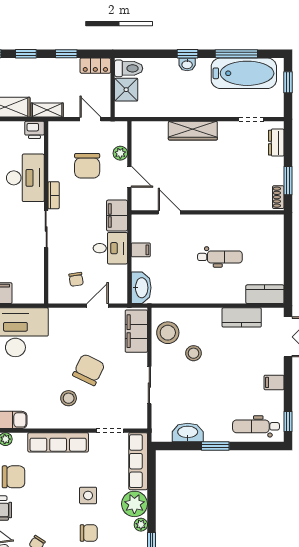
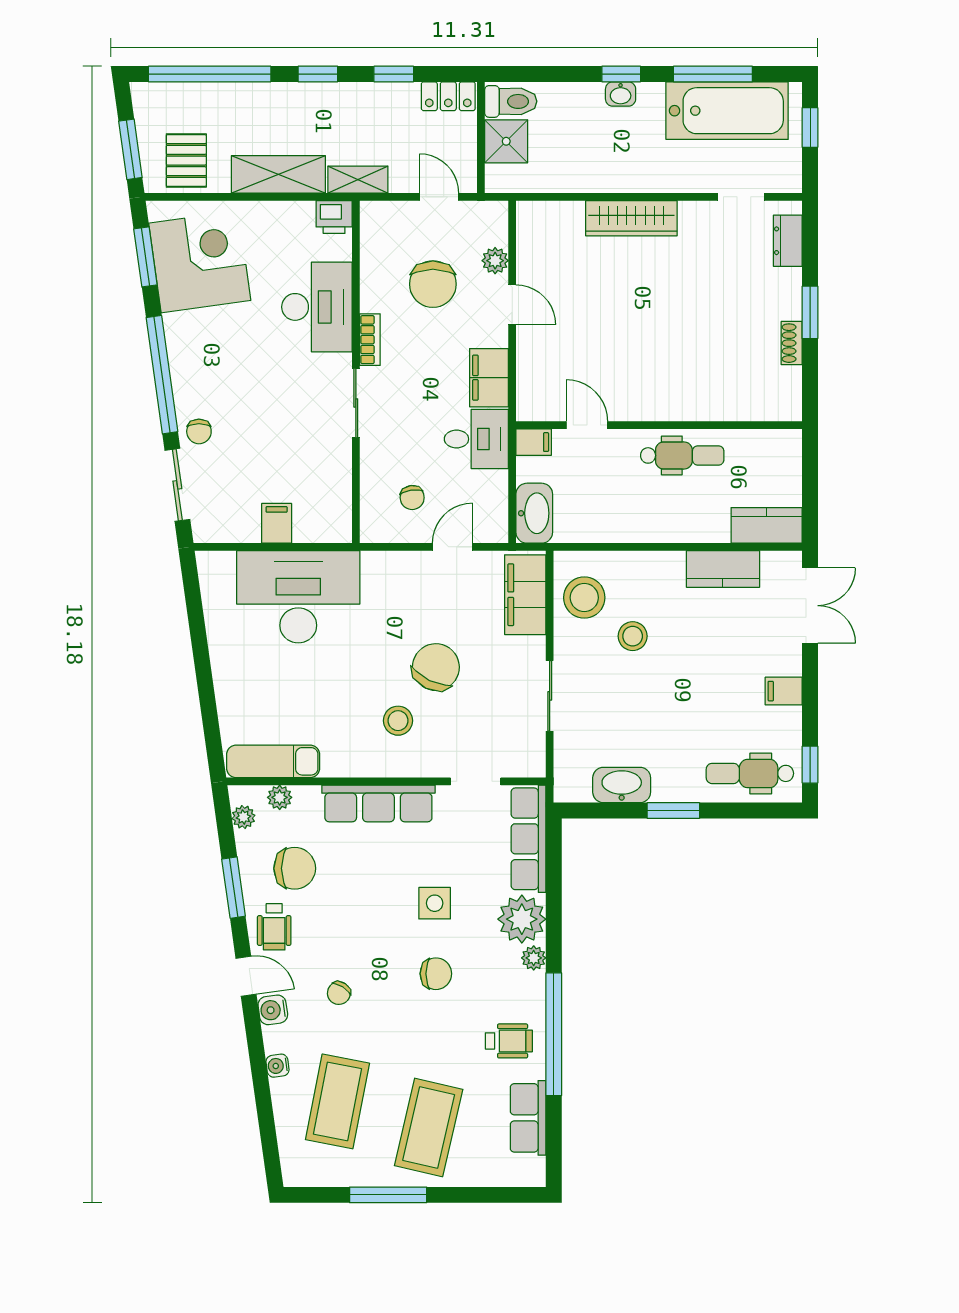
door: (169, 212) -> (587, 425), moved
wall: (208, 212) -> (659, 425), moved

